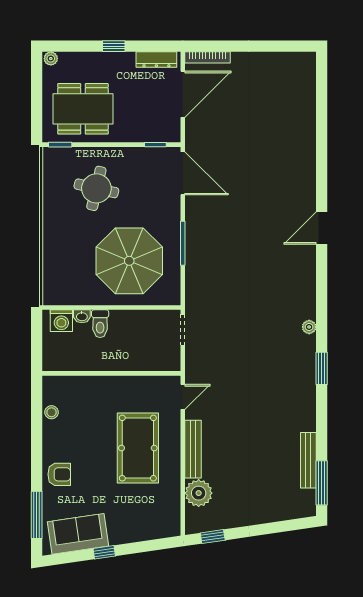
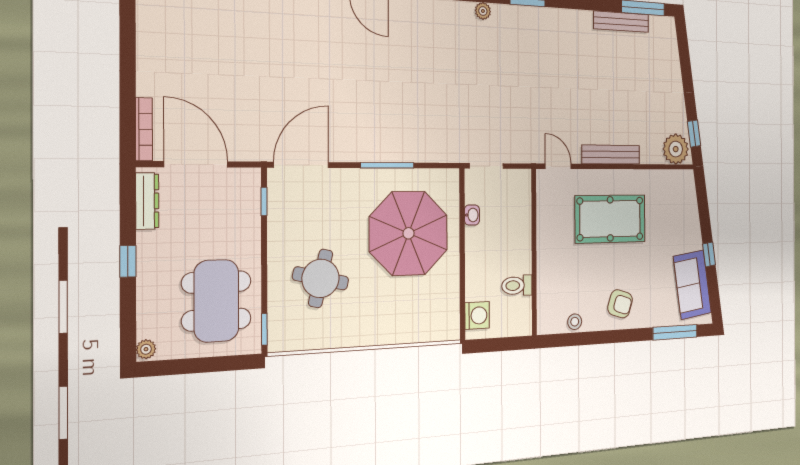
washbasin: (82, 316) -> (472, 215), moved
toilet: (100, 324) -> (517, 285), moved, turned 180
armchair: (59, 474) -> (620, 304), moved, turned 108
plant: (199, 493) -> (676, 149), moved

